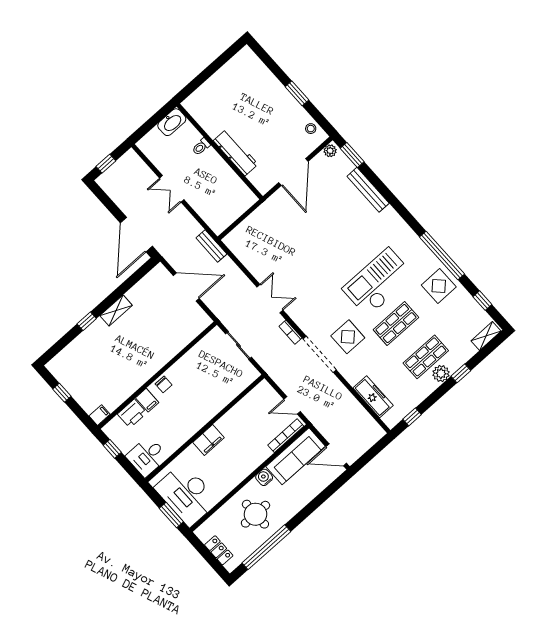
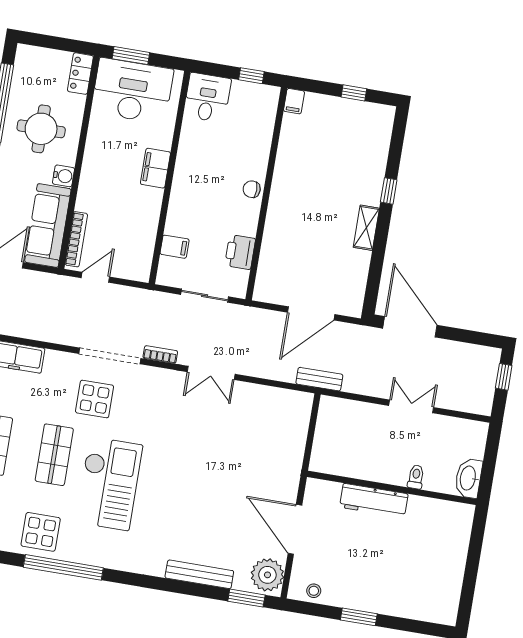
plant: (330, 151) -> (267, 575), width x1.88, depth x1.88
filing cabinet: (147, 400) -> (175, 247), moved, turned 180
printer: (132, 414) -> (240, 252), moved
locker: (219, 550) -> (80, 74), moved, turned 90

